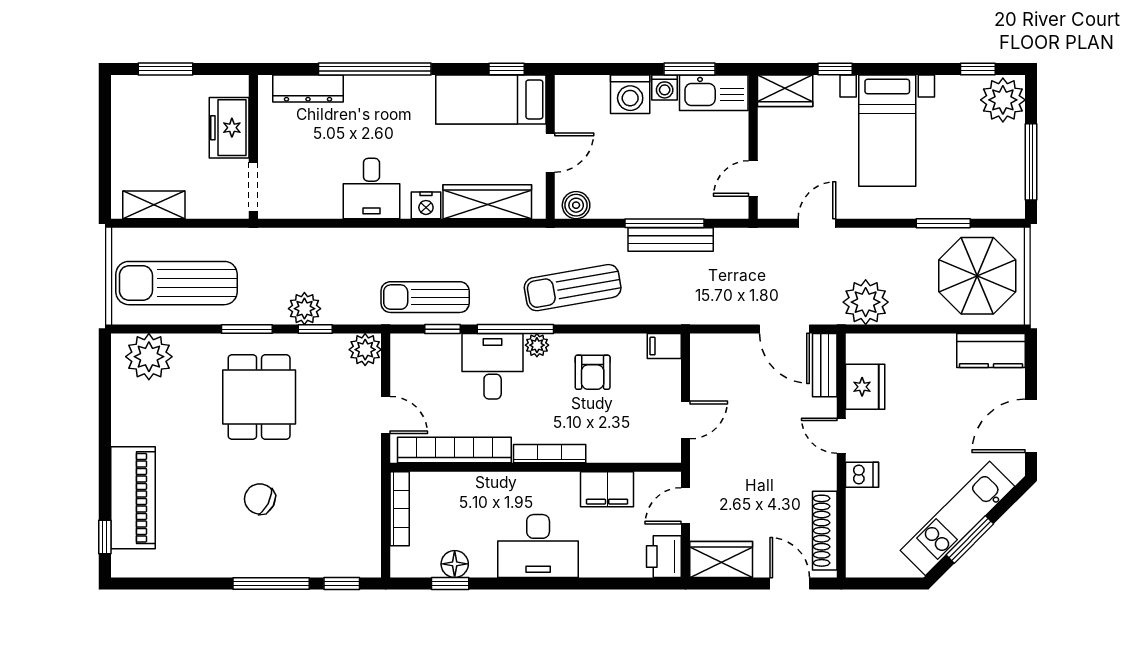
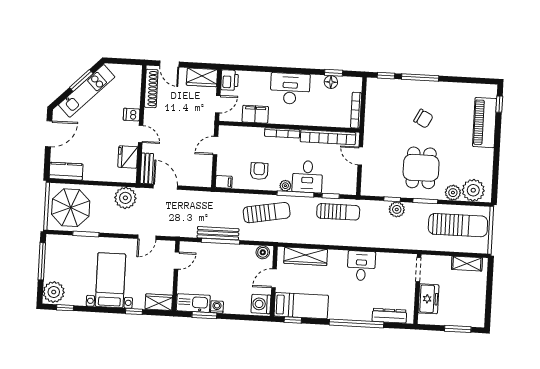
washing machine: (630, 94) -> (261, 304), moved, turned -90
nightstand: (426, 205) -> (335, 256), removed
plant: (365, 350) -> (453, 193), moved

